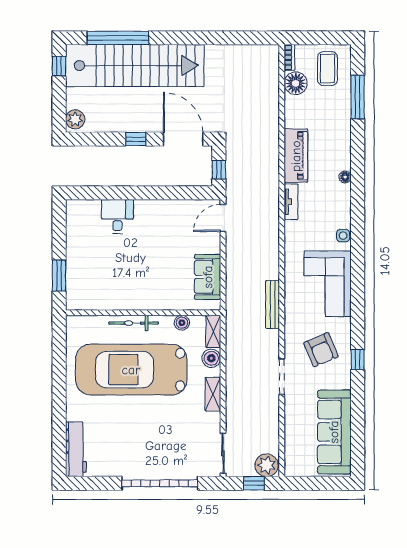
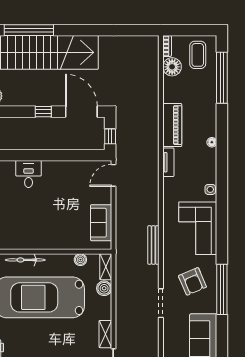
window: (358, 97) -> (222, 78), width x1.46
bicycle: (134, 323) -> (25, 260), moved
window: (358, 360) -> (222, 289), width x3.17
shelving: (213, 394) -> (105, 334), moved

